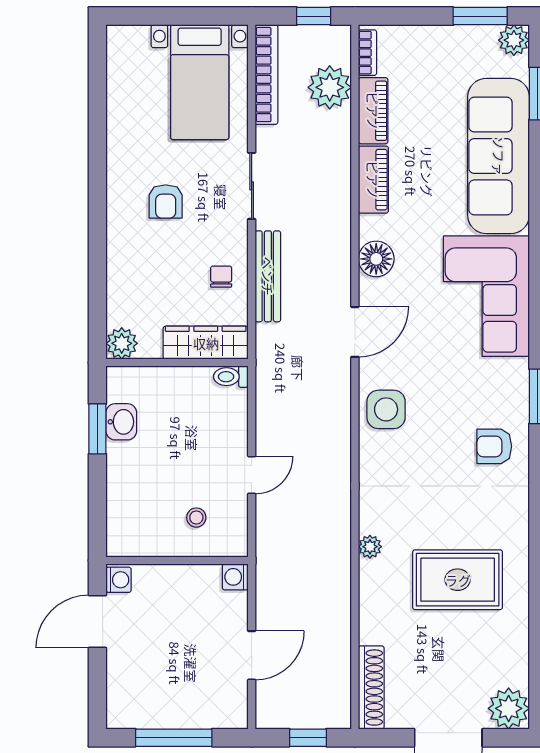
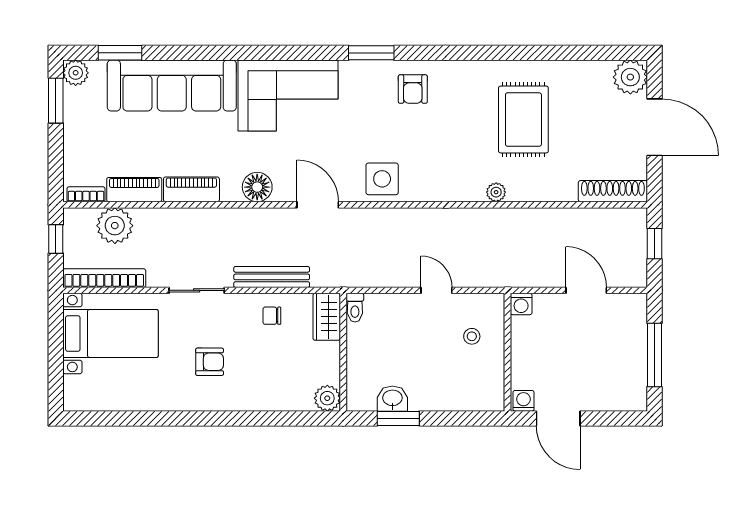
wardrobe: (206, 343) -> (327, 317), width x0.67

